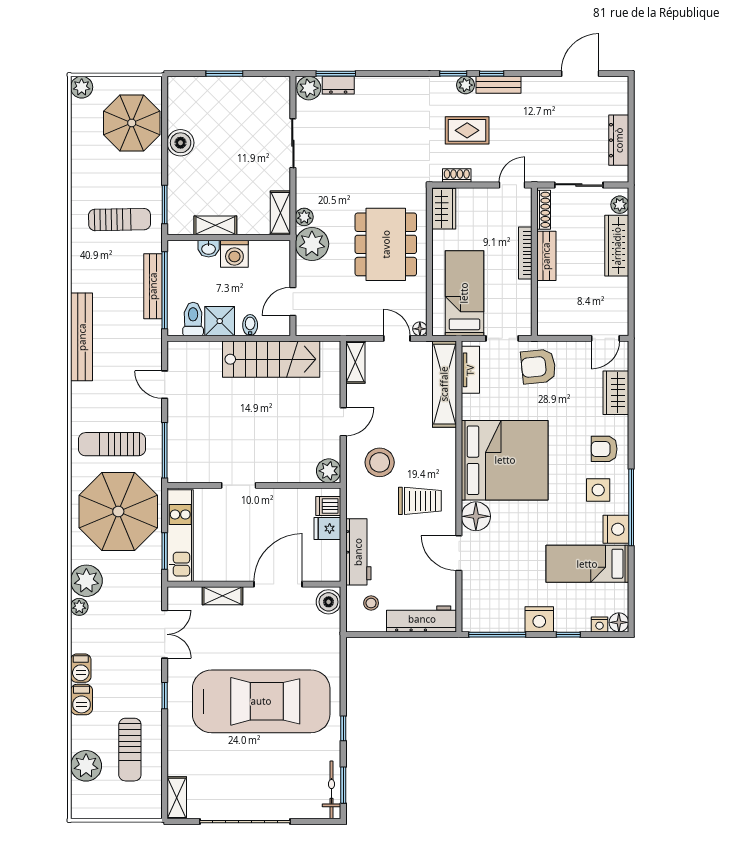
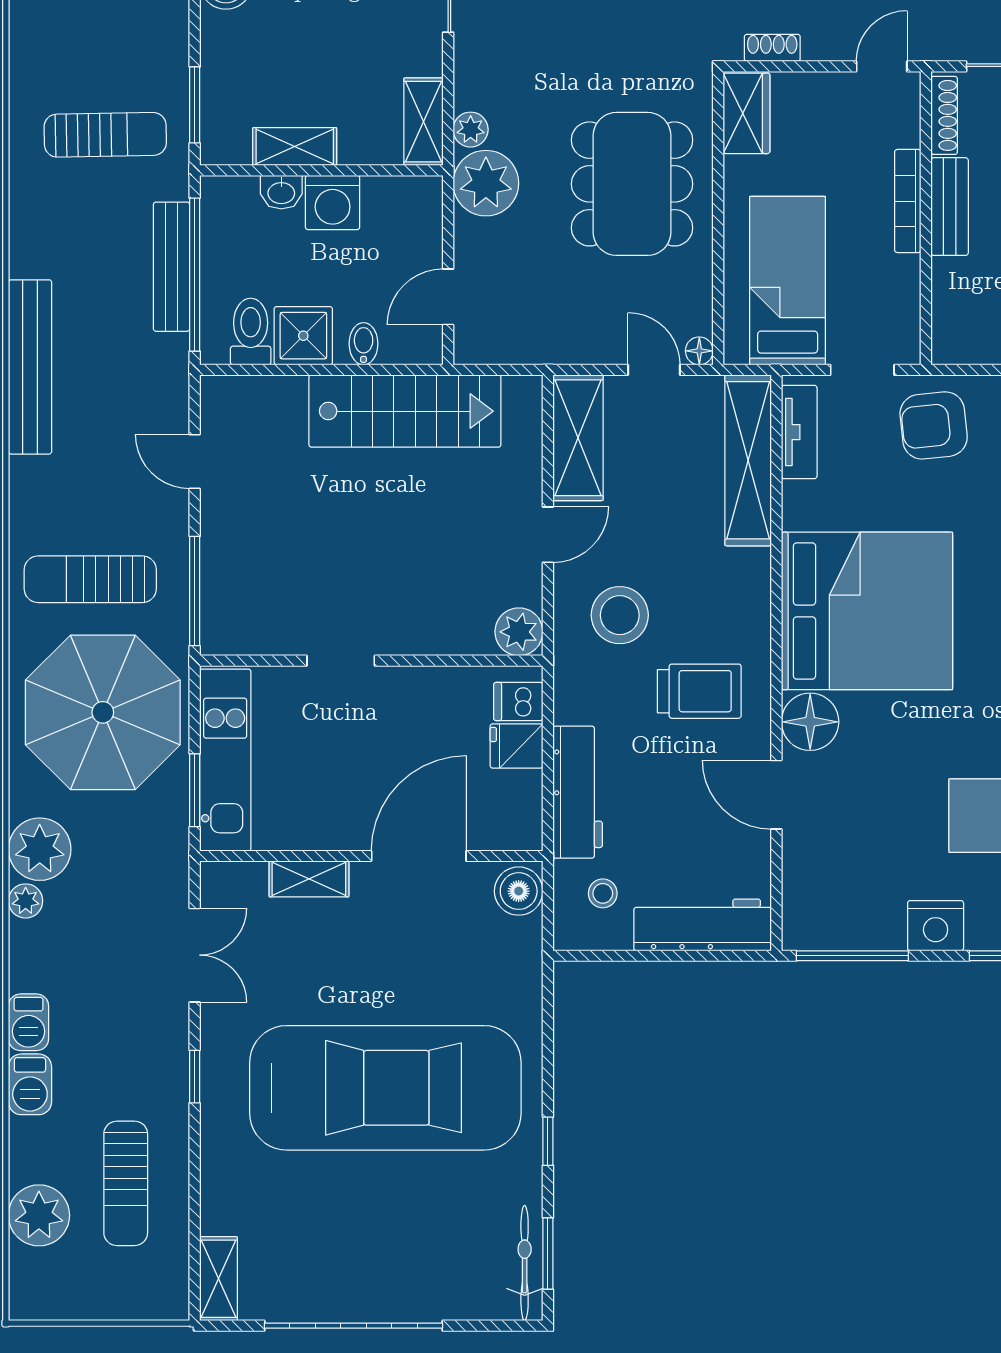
shelving: (355, 362) -> (578, 438), width x1.50, depth x1.33

